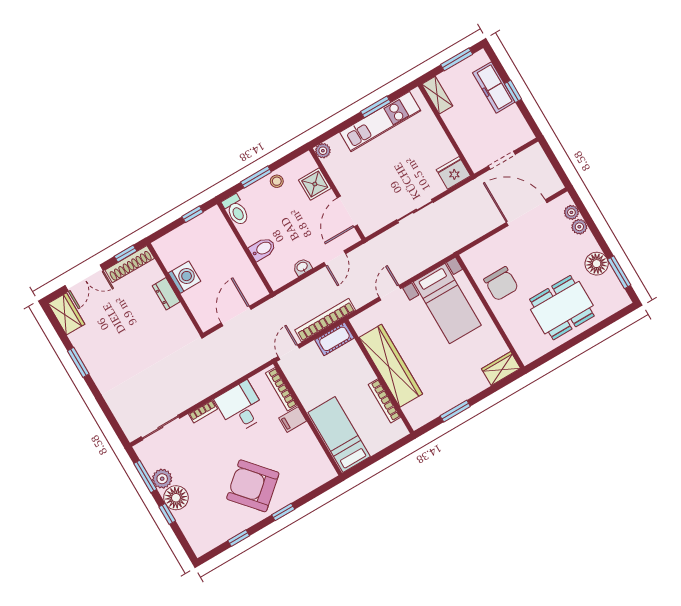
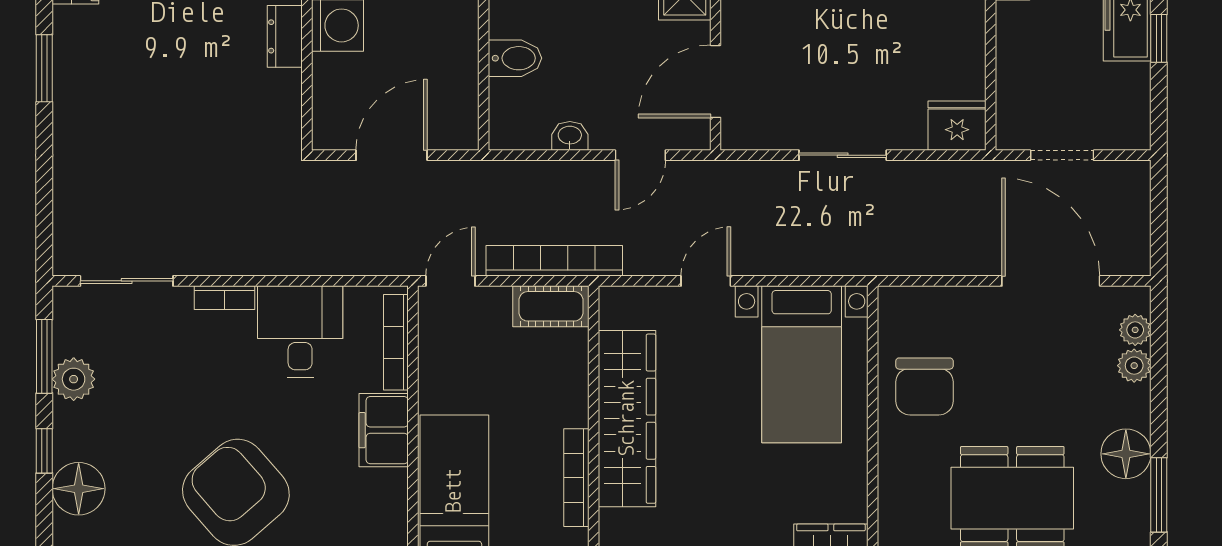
filing cabinet: (293, 420) -> (384, 430), width x2.00
floor lamp: (176, 498) -> (79, 489), moved

